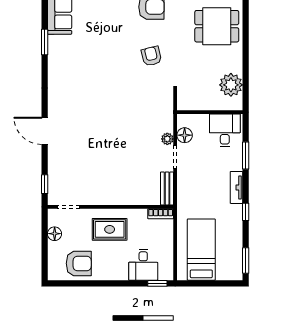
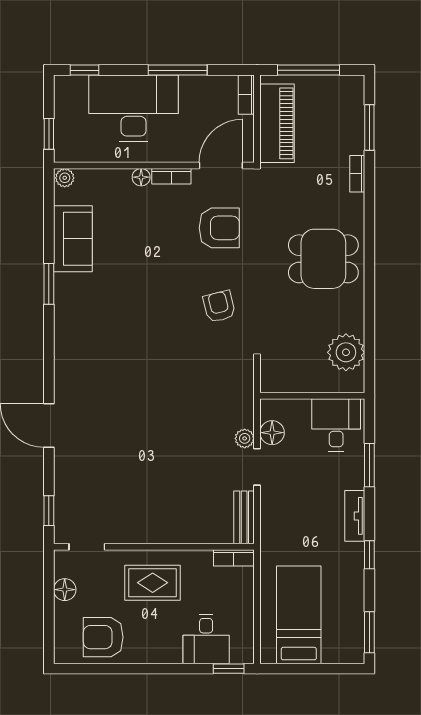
armchair: (79, 263) -> (103, 637), turned 180

